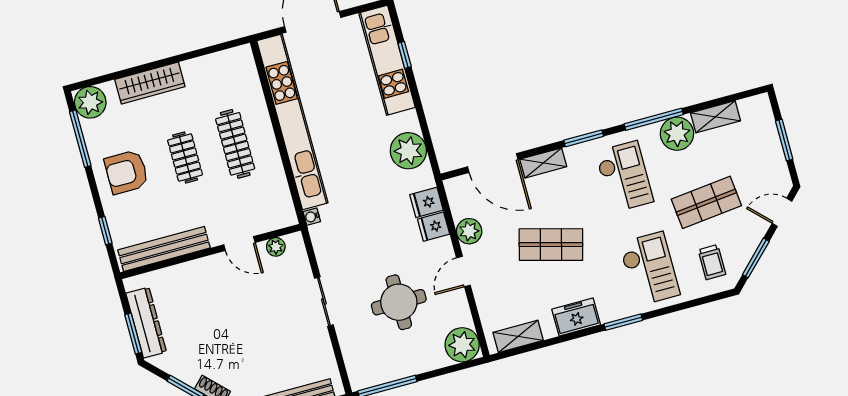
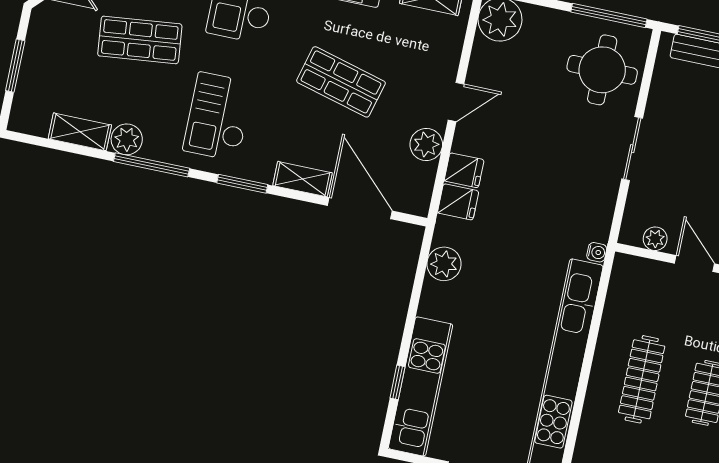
plant: (677, 134) -> (127, 139), width x0.73, depth x0.73
plant: (408, 151) -> (444, 264), width x0.73, depth x0.73
round table: (399, 302) -> (602, 70), moved

